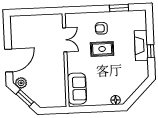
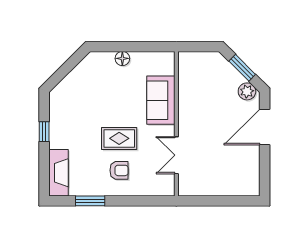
fireplace: (141, 46) -> (59, 173), moved
sofa: (77, 89) -> (161, 100), moved
floor lamp: (116, 100) -> (122, 58), moved

